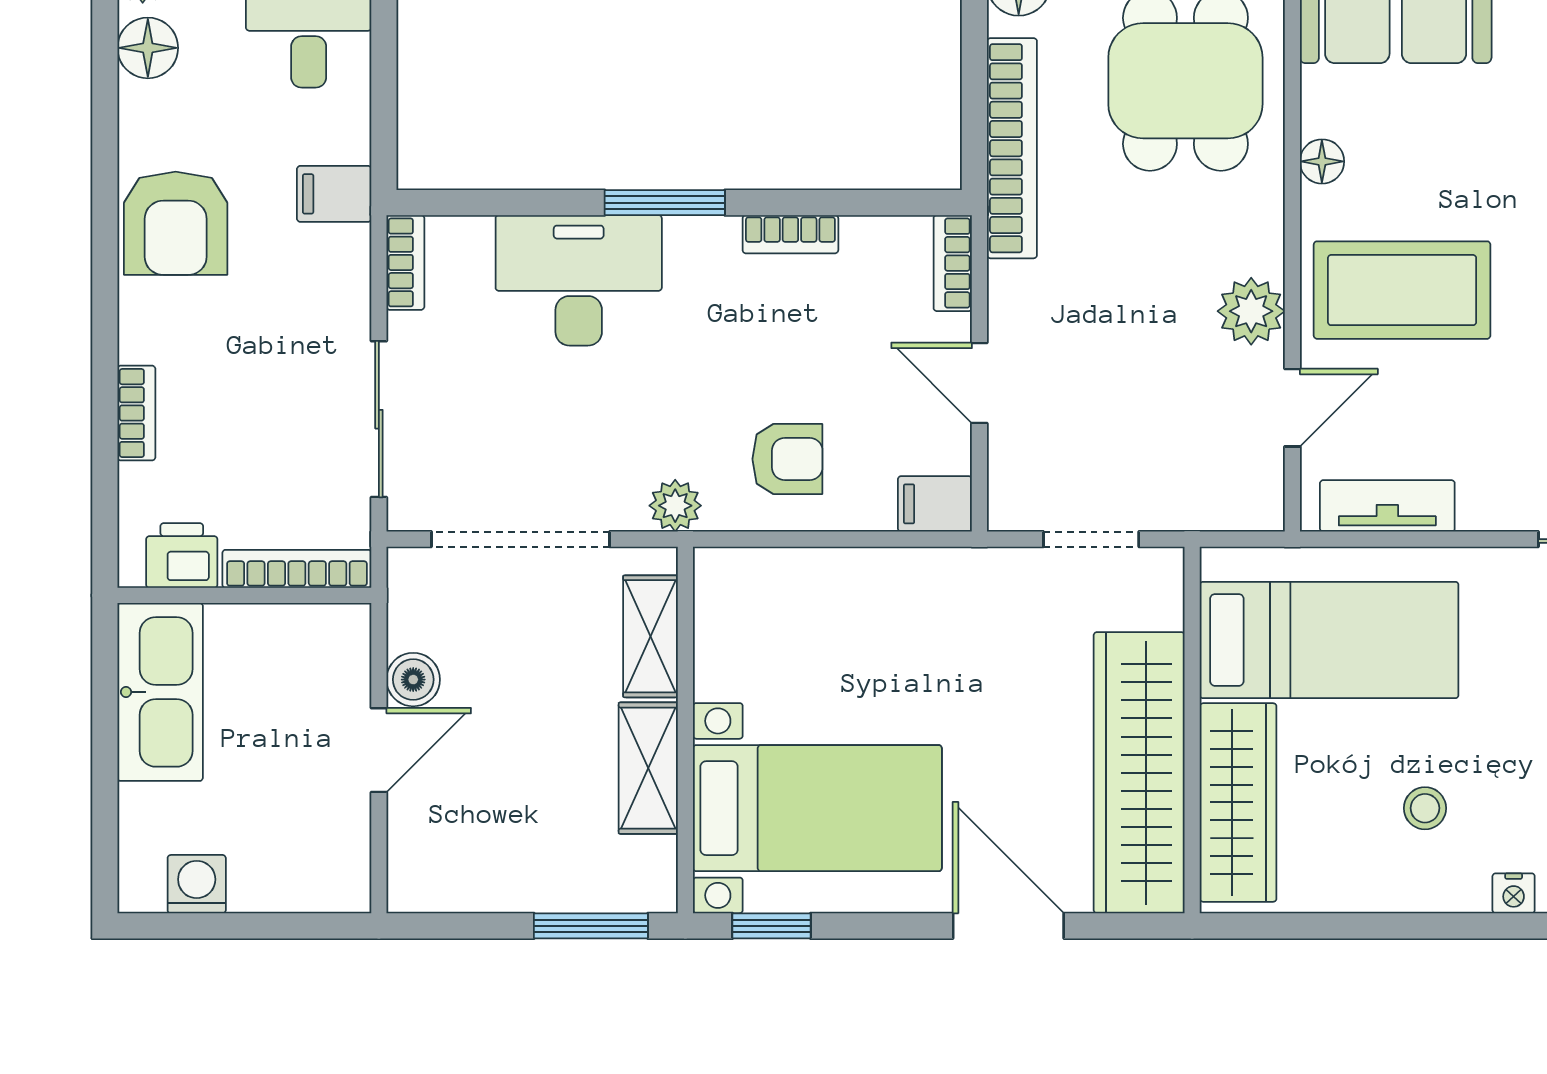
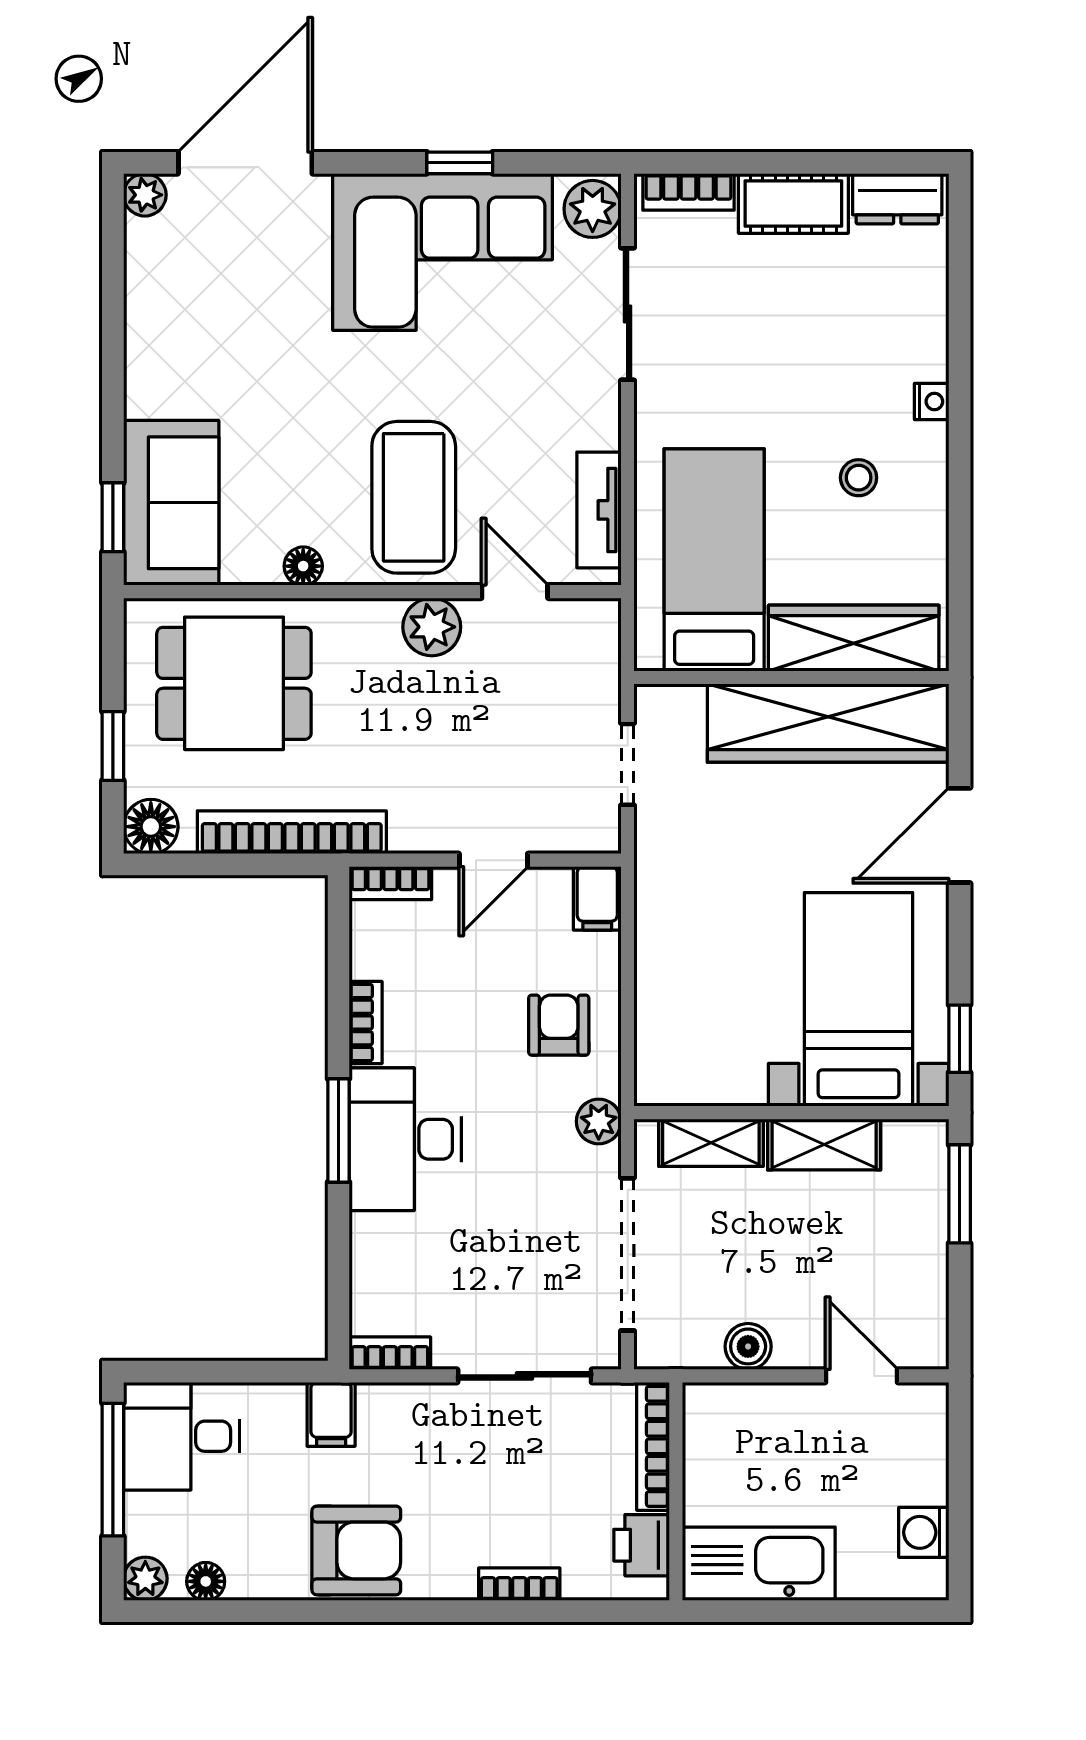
floor lamp: (148, 48) -> (206, 1581), width x0.73, depth x0.73
desk: (579, 280) -> (405, 1139), moved
door: (379, 750) -> (861, 1376), moved

